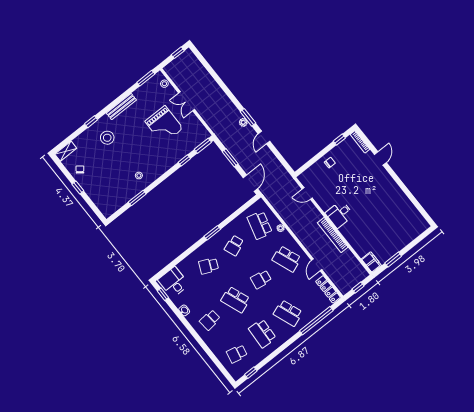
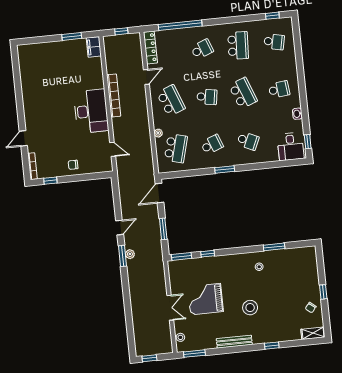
grand piano: (164, 125) -> (205, 299), turned -90
stool: (107, 138) -> (250, 308), moved
desk: (340, 214) -> (91, 111), width x1.87, depth x1.30
school desk: (288, 313) -> (202, 49), width x0.54

